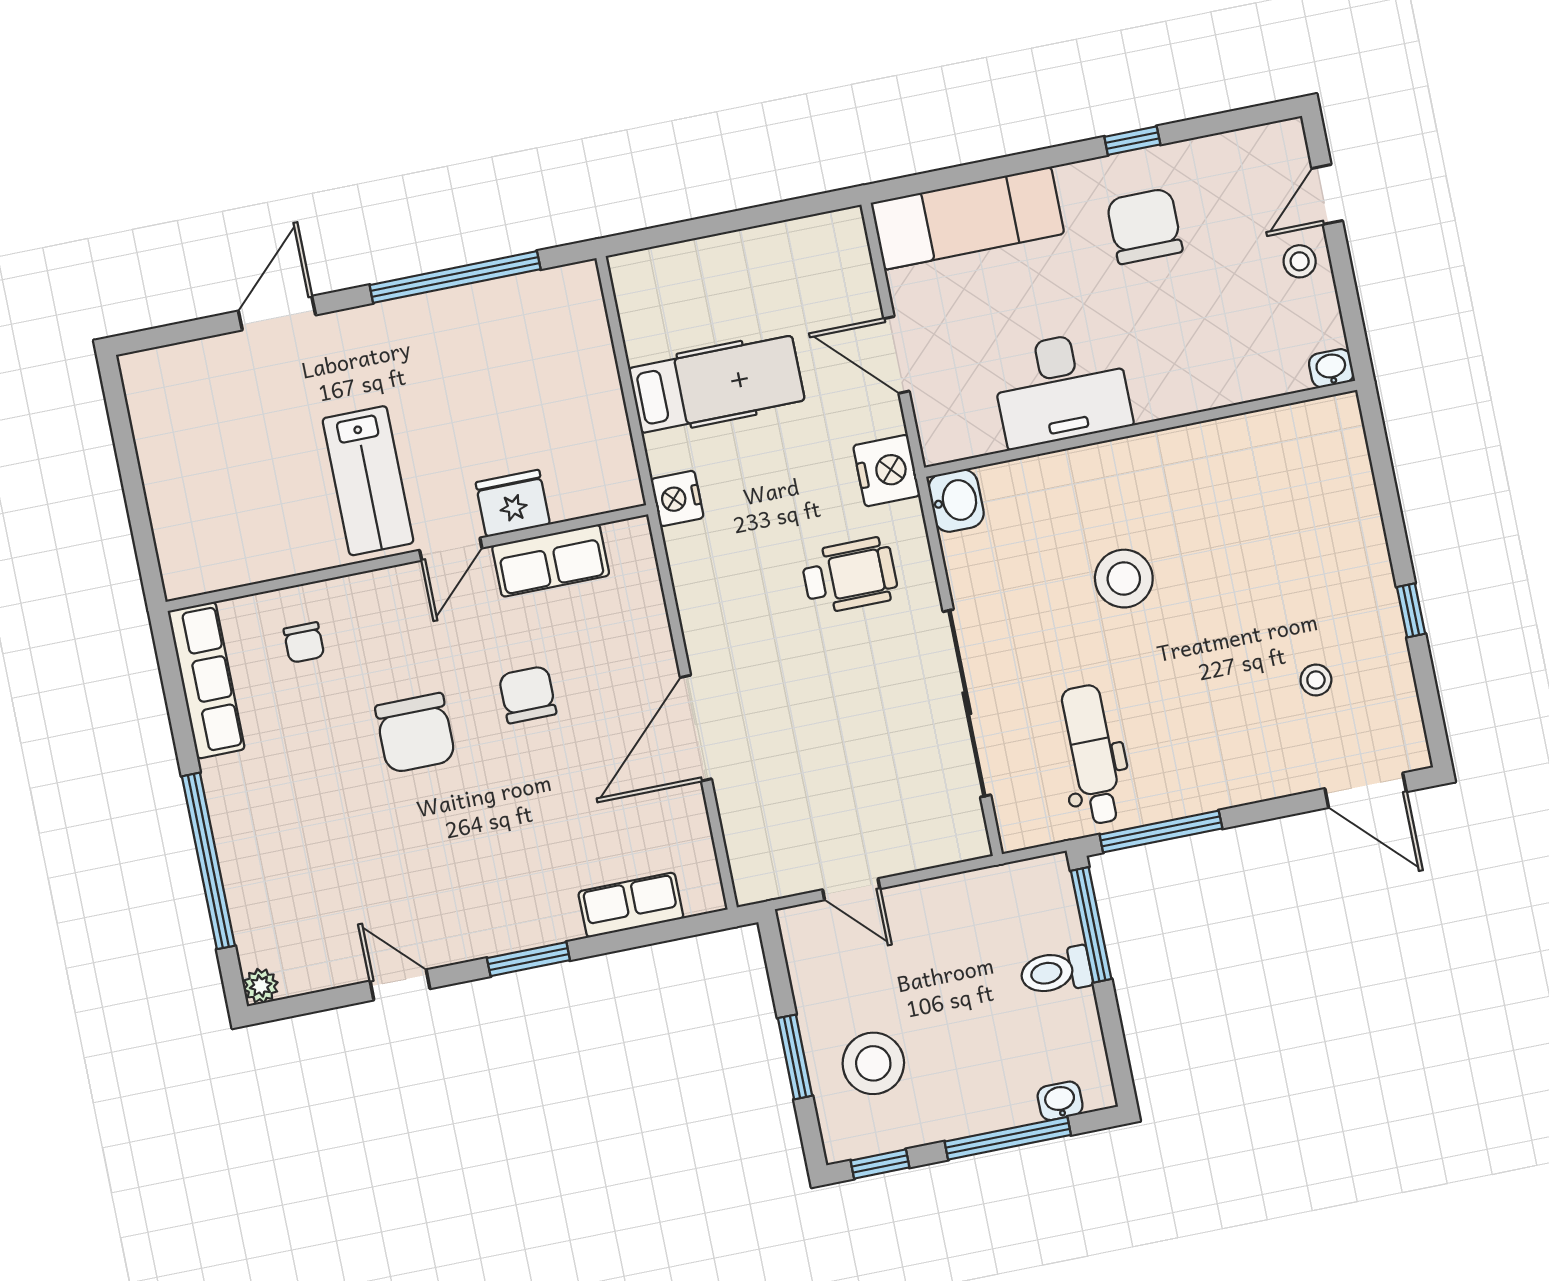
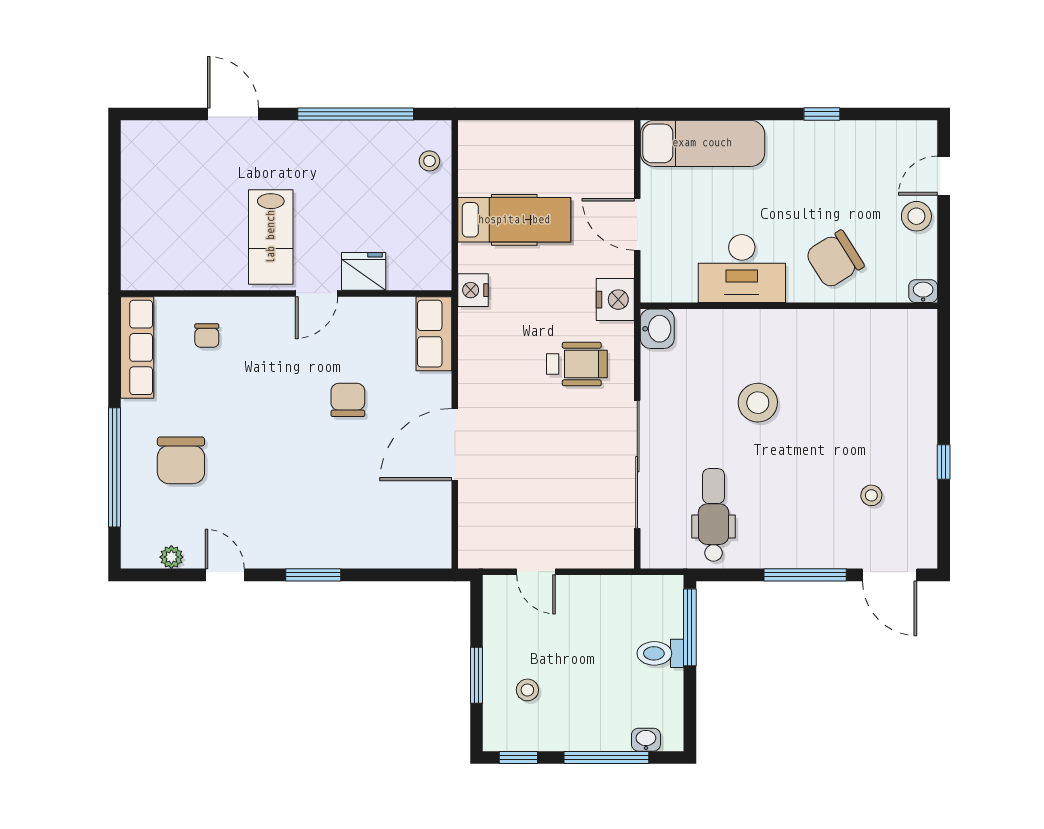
chair: (1144, 226) -> (835, 259), moved, turned -122
stool: (1300, 261) -> (916, 216), width x1.37, depth x1.37
door: (277, 313) -> (233, 114), hinge flipped
stool: (576, 324) -> (429, 161), added
row of seats: (551, 561) -> (434, 334), moved, turned 90
chair: (415, 733) -> (181, 460), moved
window: (1161, 831) -> (805, 575), moved
row of seats: (631, 905) -> (388, 553), removed
plant: (261, 986) -> (171, 557), moved
stool: (873, 1063) -> (527, 690), width x0.53, depth x0.53

